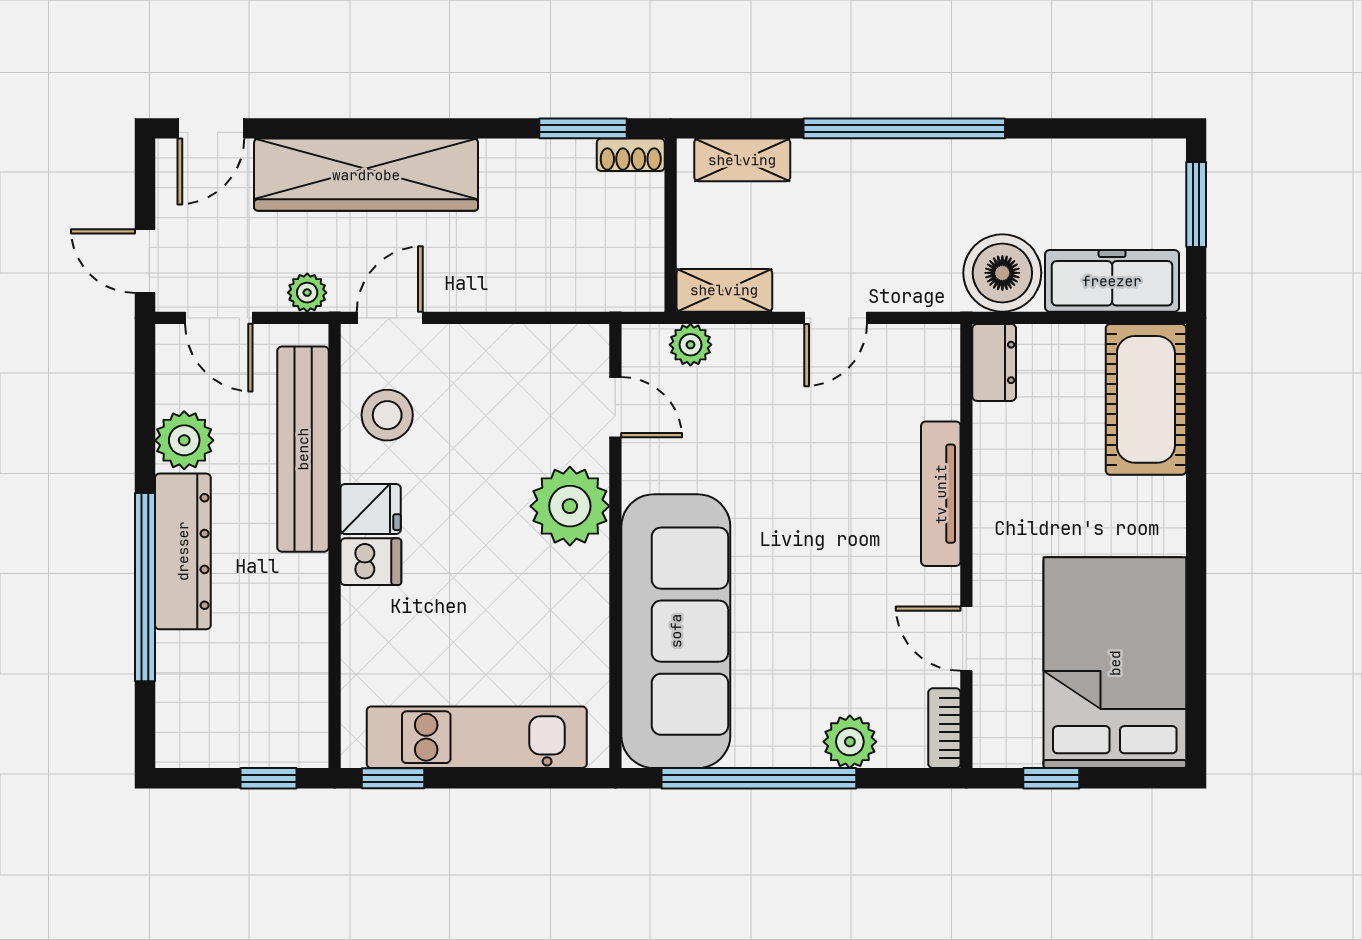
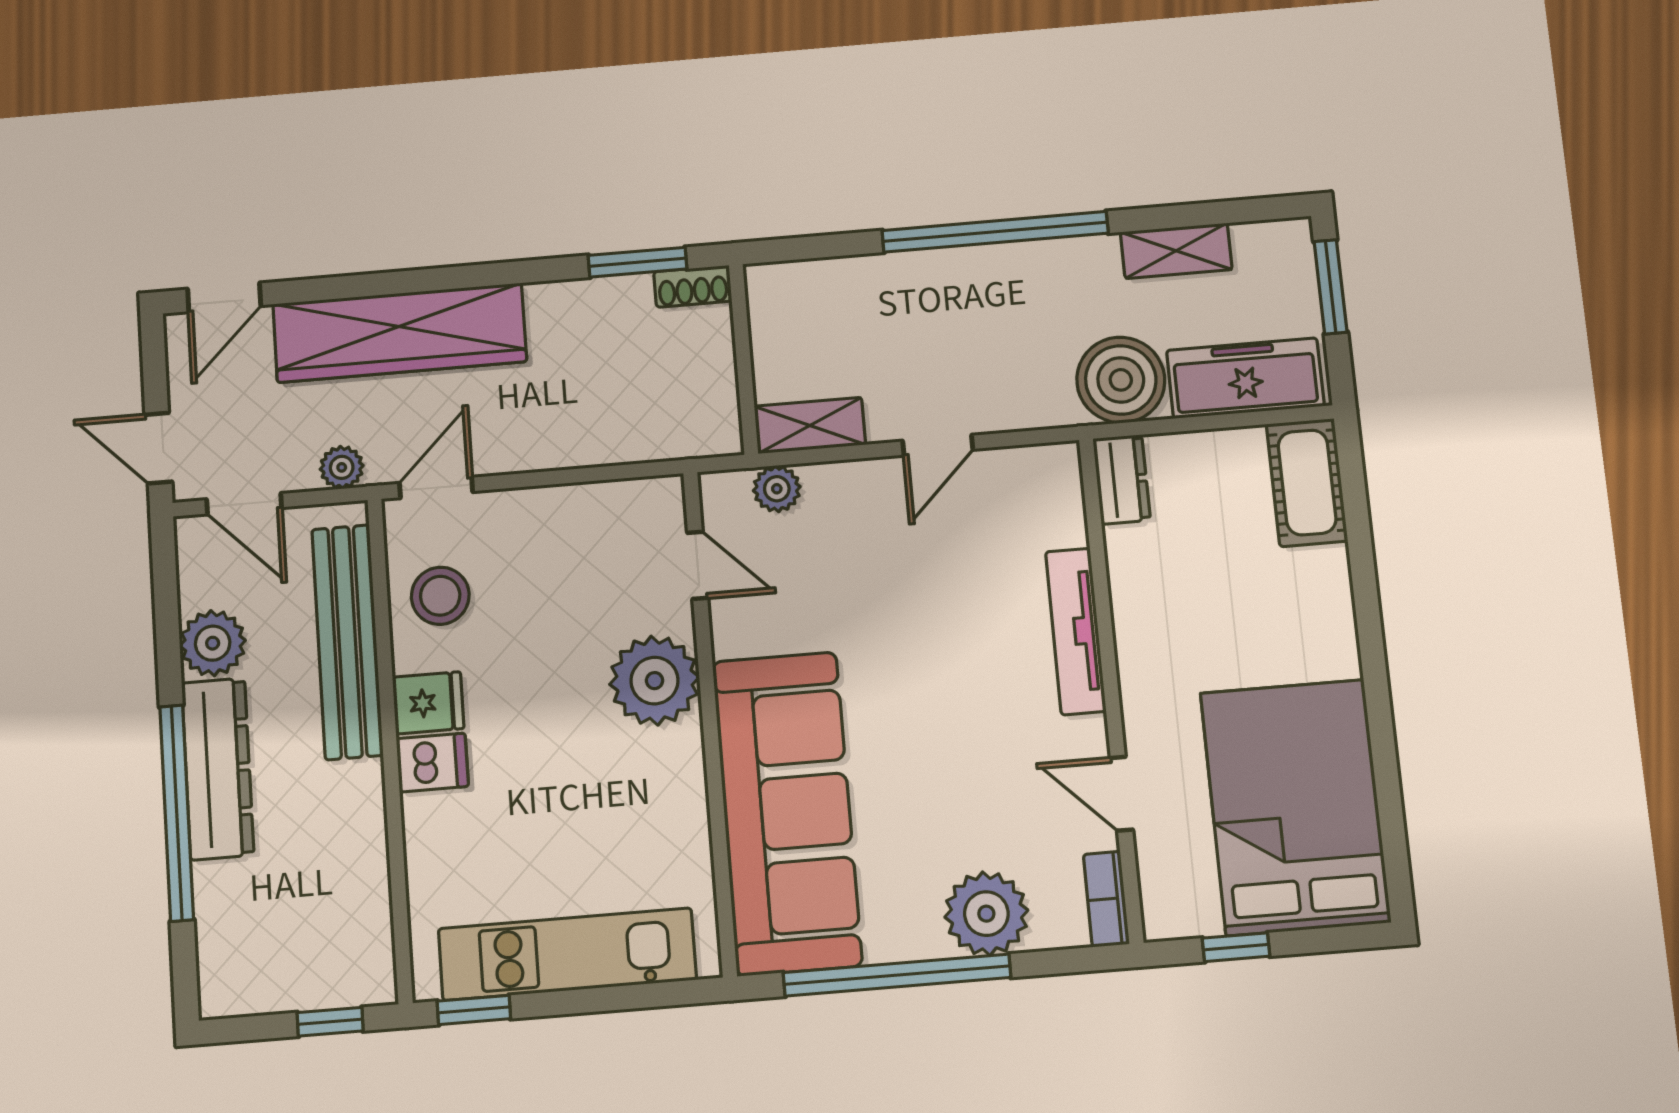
shelving: (742, 160) -> (1176, 251), moved
cot: (1146, 399) -> (1307, 482), width x0.73, depth x0.75
plant: (850, 742) -> (986, 914), width x1.36, depth x1.36

